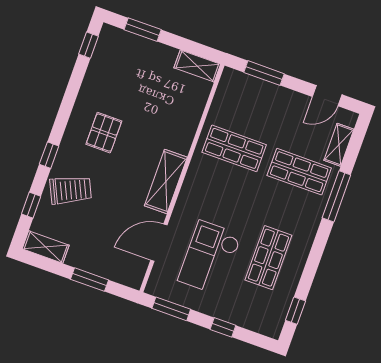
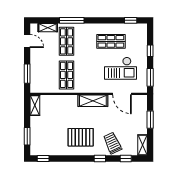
pallet: (104, 133) -> (81, 137), width x1.50, depth x1.42

